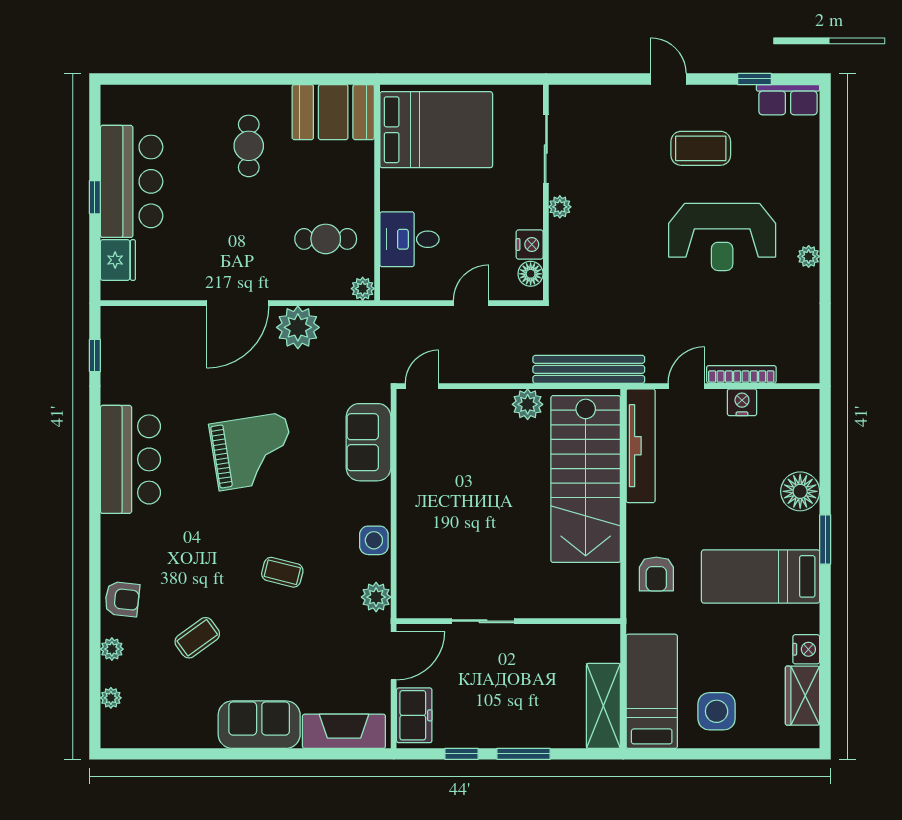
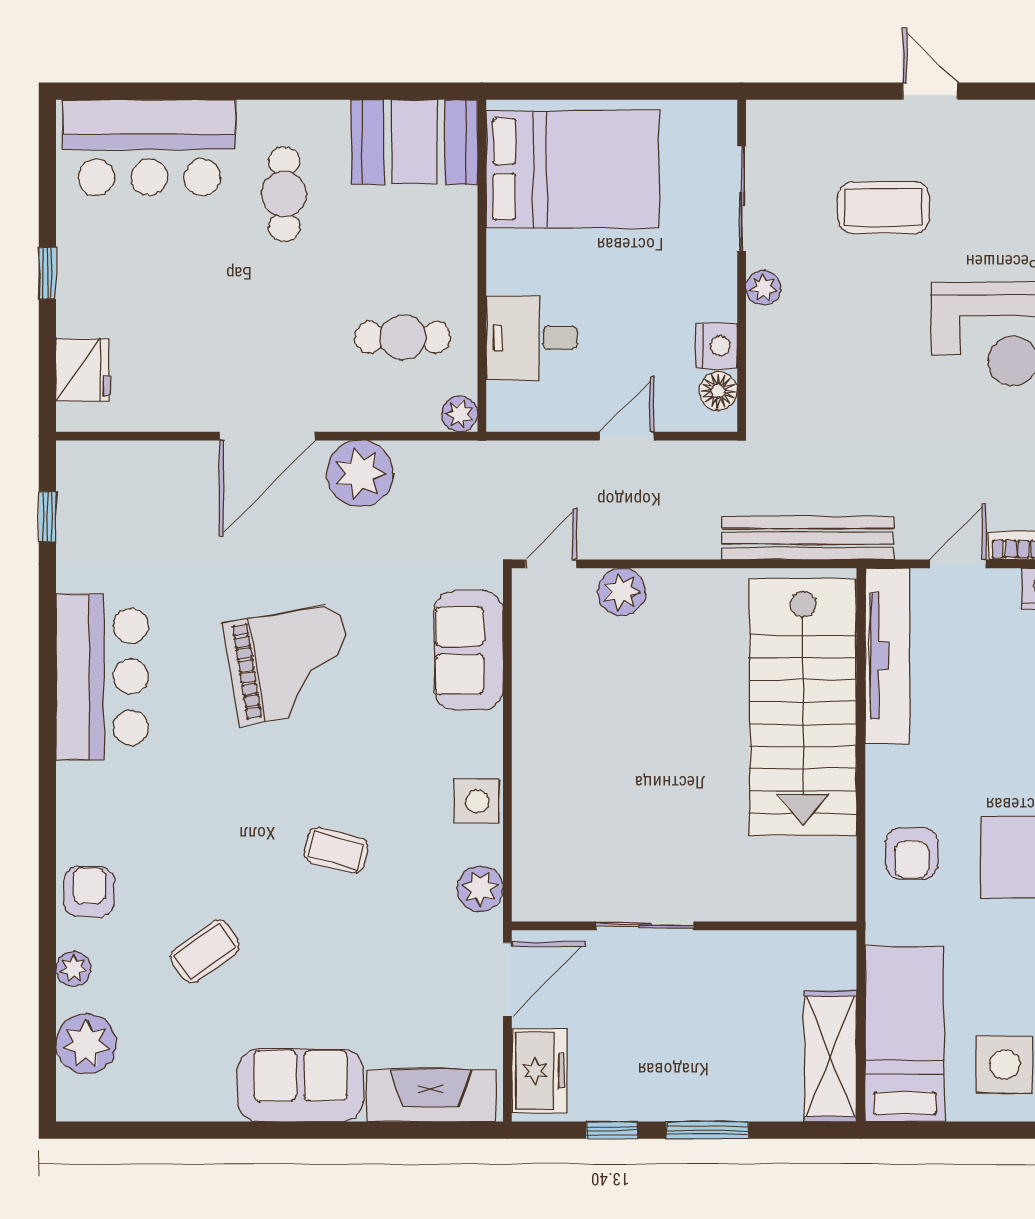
coffee table: (701, 148) -> (884, 208), moved
bar counter: (132, 181) -> (149, 148), moved, turned 90
plant: (528, 404) -> (622, 592), moved
armchair: (122, 599) -> (89, 892), turned -94
plant: (111, 698) -> (86, 1044), width x1.87, depth x1.87

